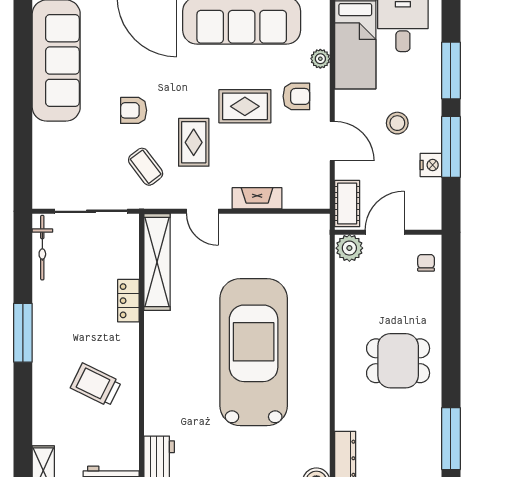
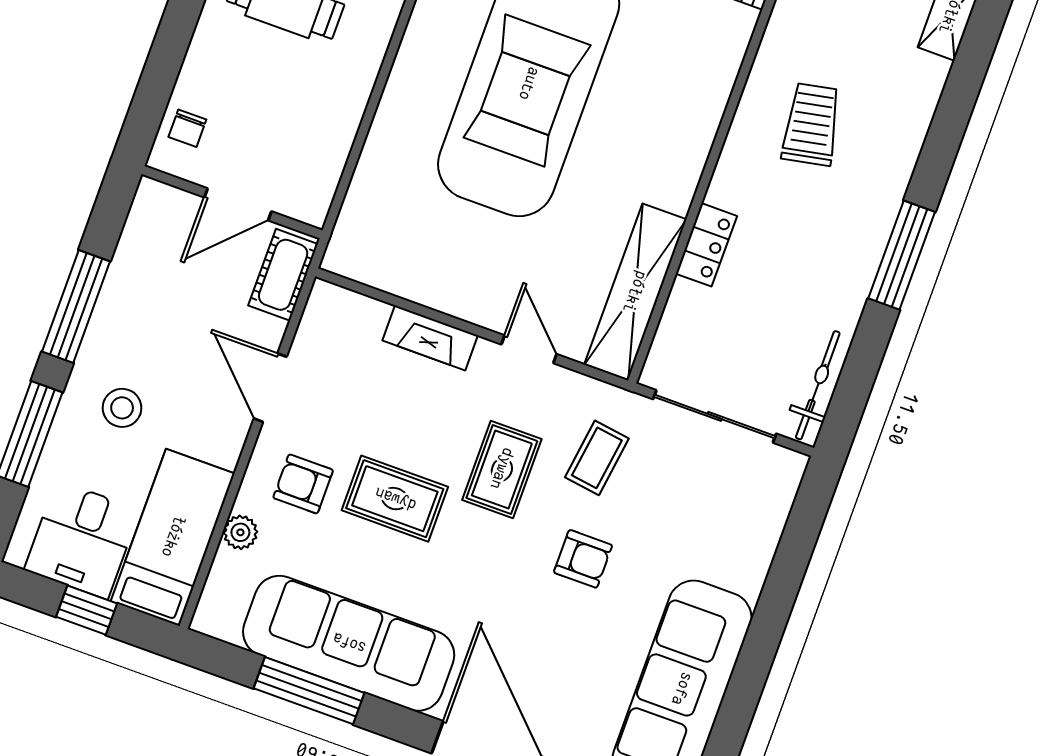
stool: (397, 123) -> (122, 408), moved
nightstand: (431, 165) -> (120, 288), removed
coffee table: (146, 167) -> (597, 458), turned 45
plant: (349, 248) -> (306, 199), removed
trolley: (96, 385) -> (811, 124), turned -127

